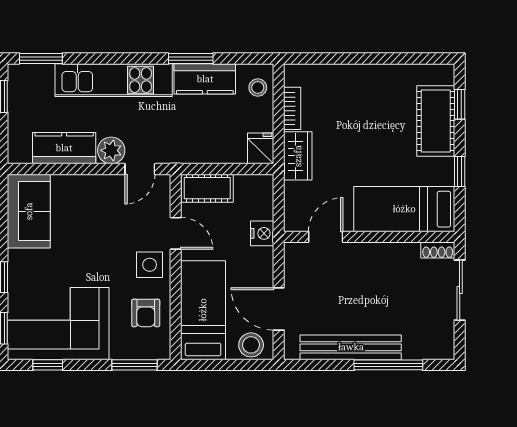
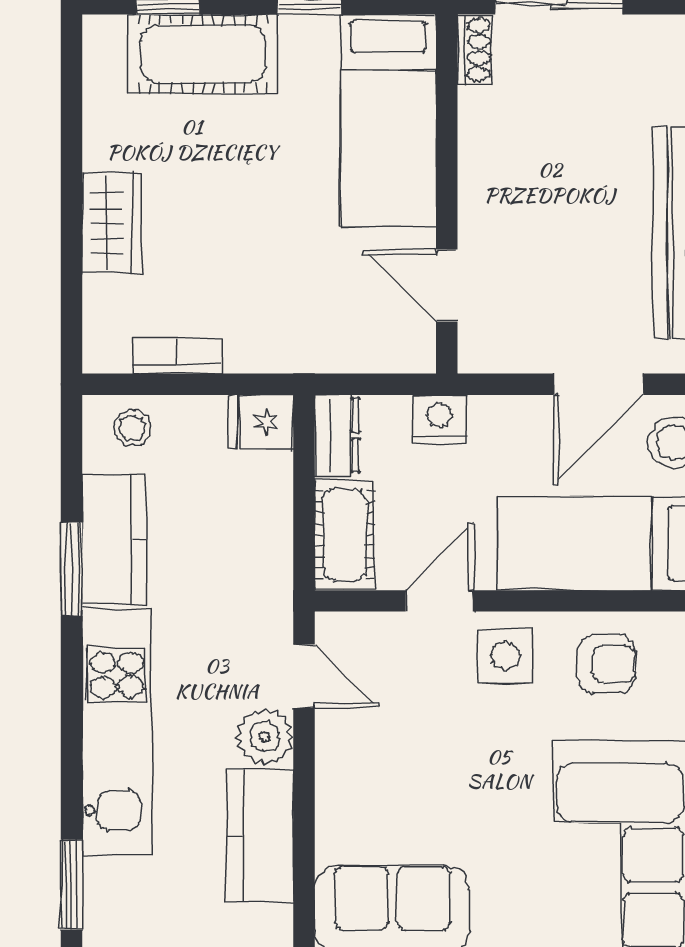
wardrobe: (298, 156) -> (112, 223), moved, turned 90
dresser: (254, 185) -> (337, 435), added

